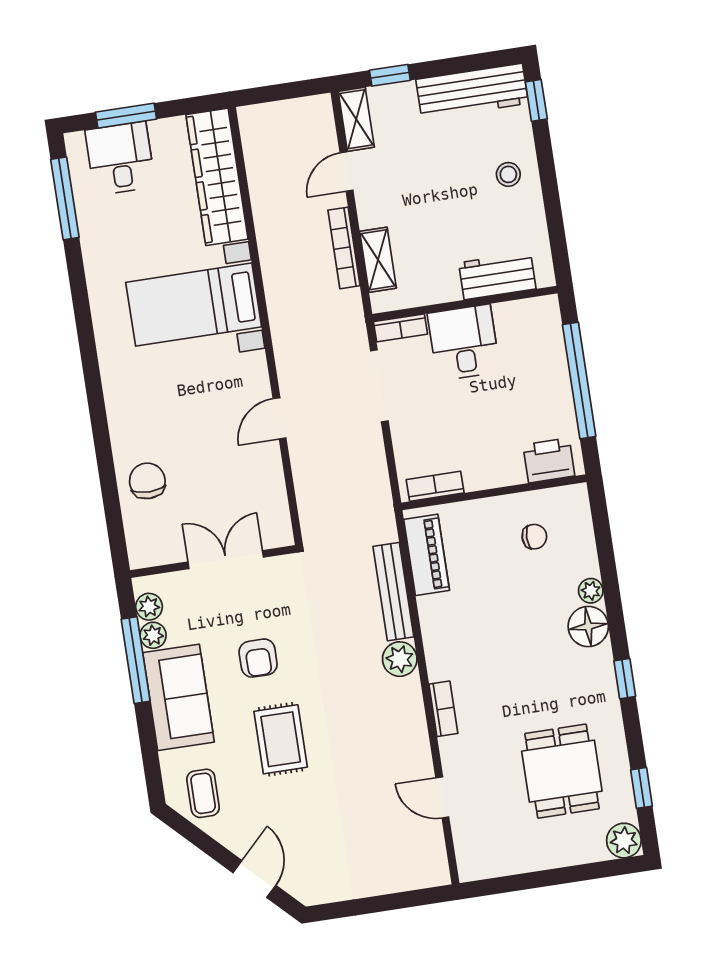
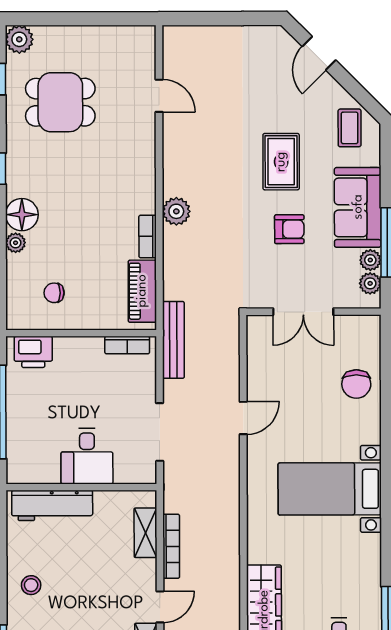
workbench: (497, 276) -> (52, 506), width x1.38
bed with nightstands: (194, 305) -> (330, 489), moved, turned 180
bookcase: (400, 328) -> (136, 476), removed
bench: (393, 592) -> (173, 340), moved
armchair: (258, 658) -> (289, 229), turned 90
bookcase: (443, 709) -> (148, 236), moved
dining table: (562, 771) -> (60, 102), turned 90

